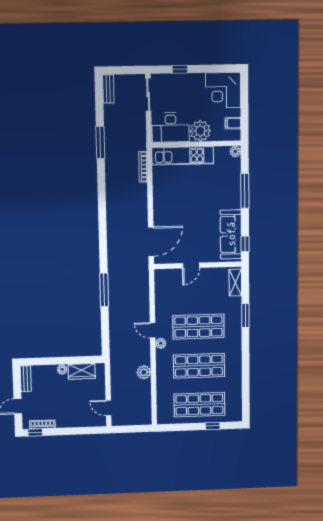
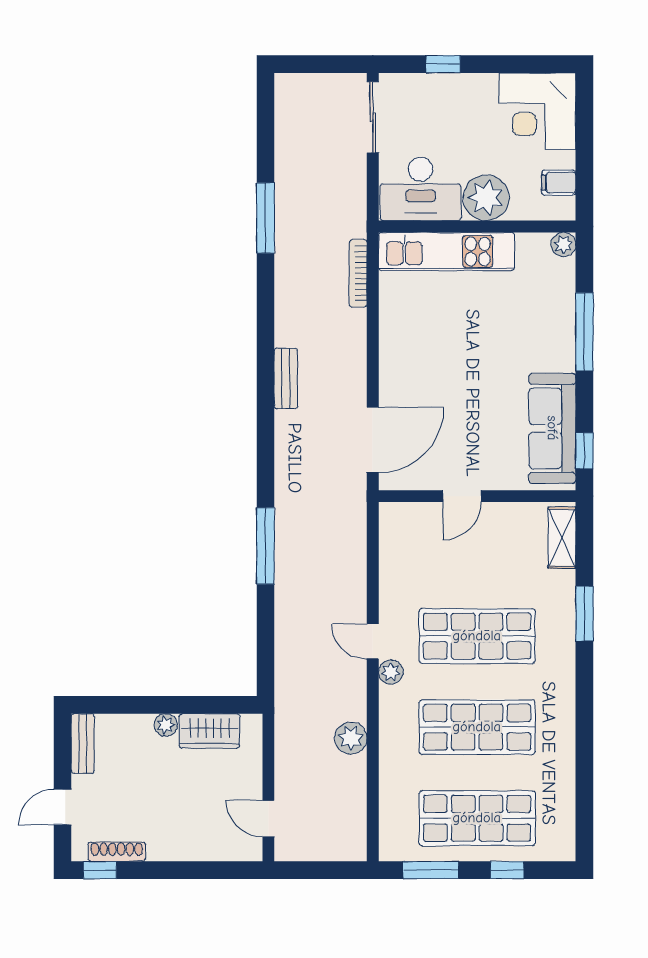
bench: (108, 89) -> (286, 378), moved
window: (180, 427) -> (431, 870), added

